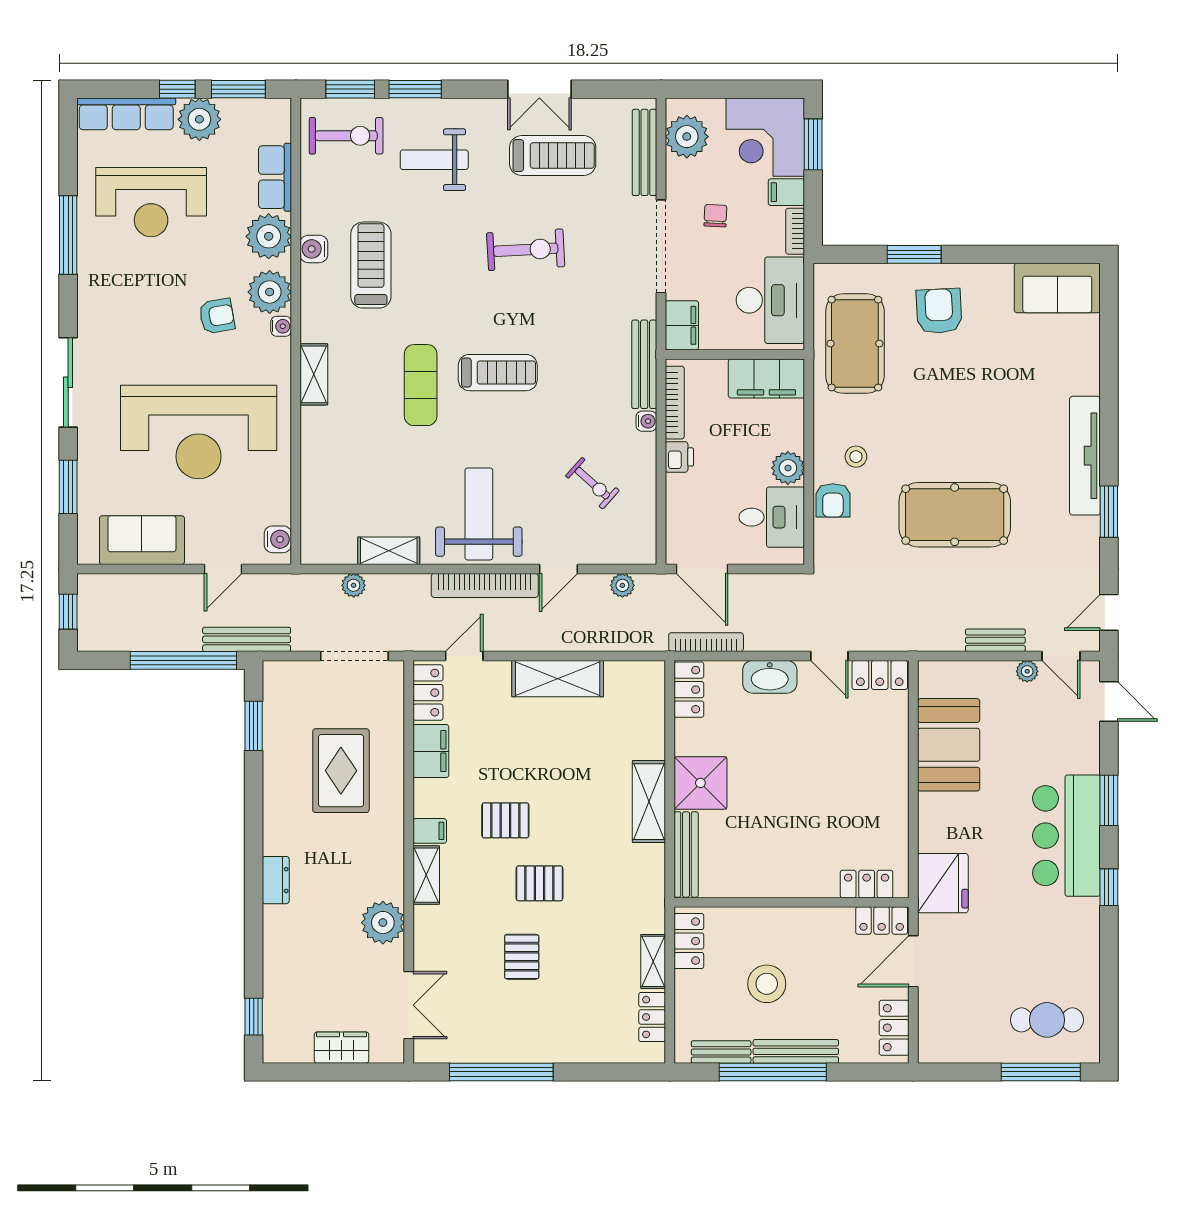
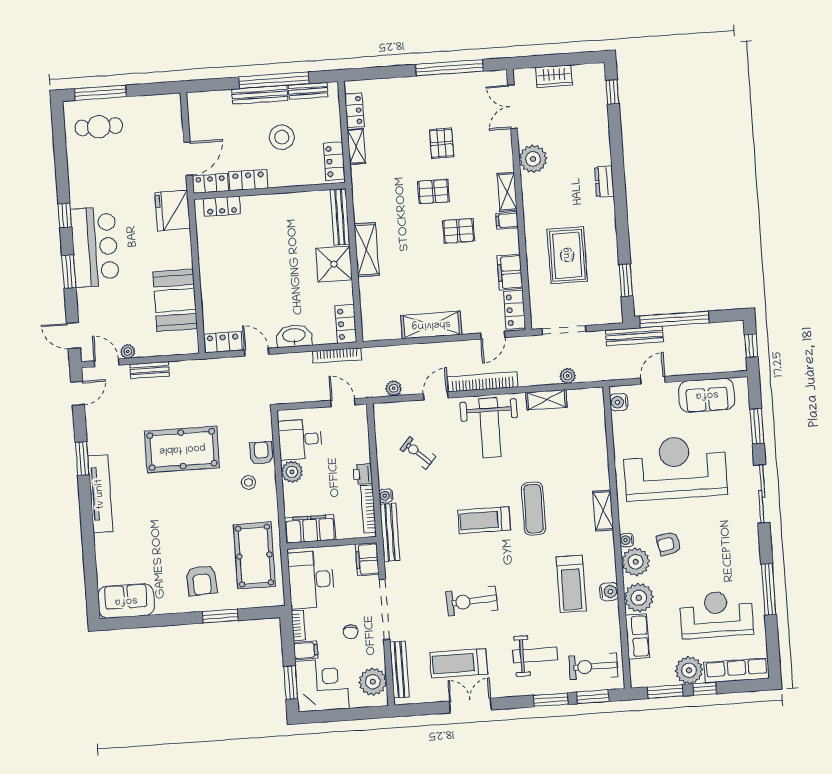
door: (702, 569) -> (343, 403), width x0.73
locker: (894, 1028) -> (248, 180), moved, turned -90

